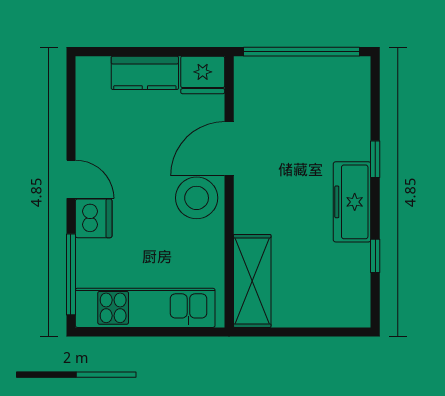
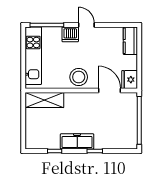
kitchen counter: (145, 73) -> (130, 41), moved
door: (229, 149) -> (110, 90), moved
door: (71, 179) -> (86, 25), swing flipped

